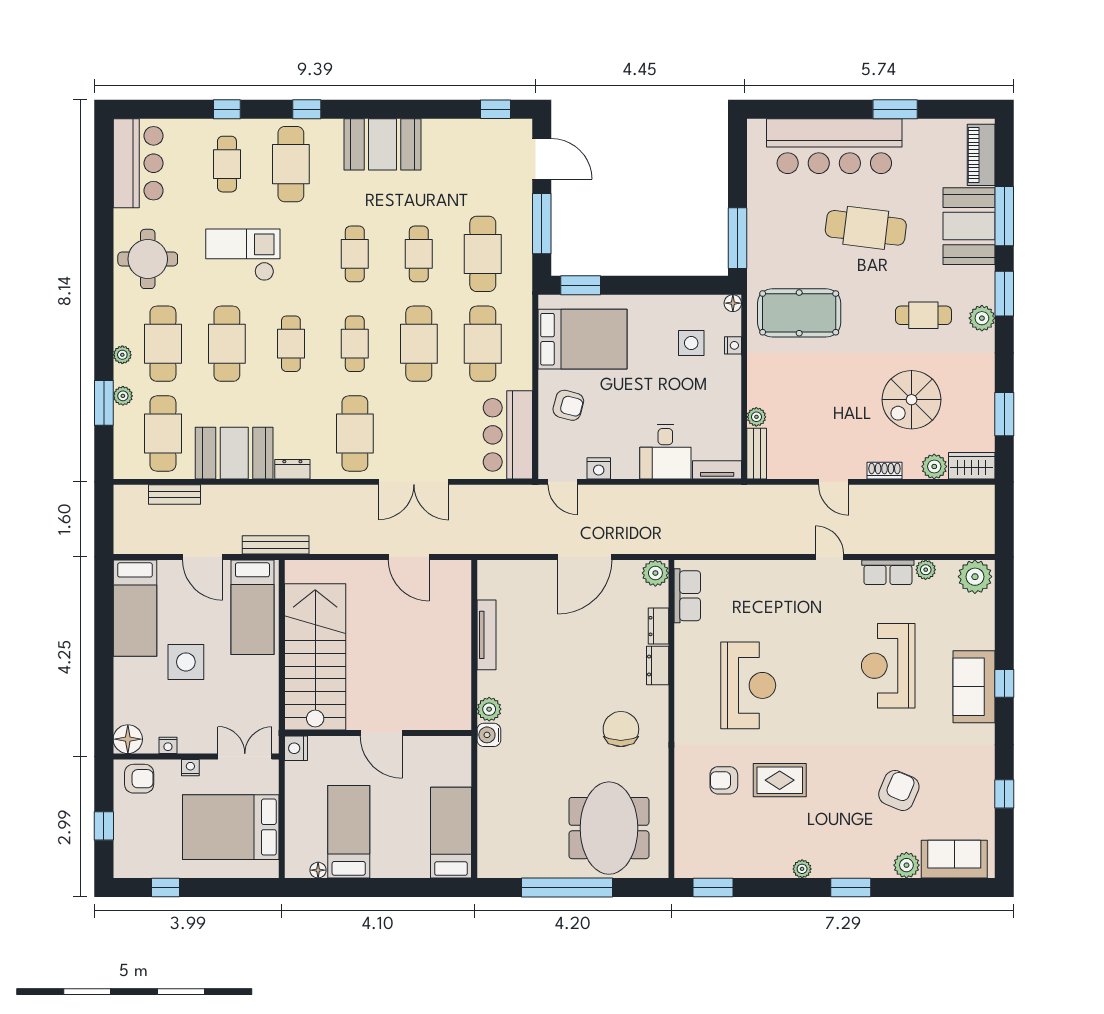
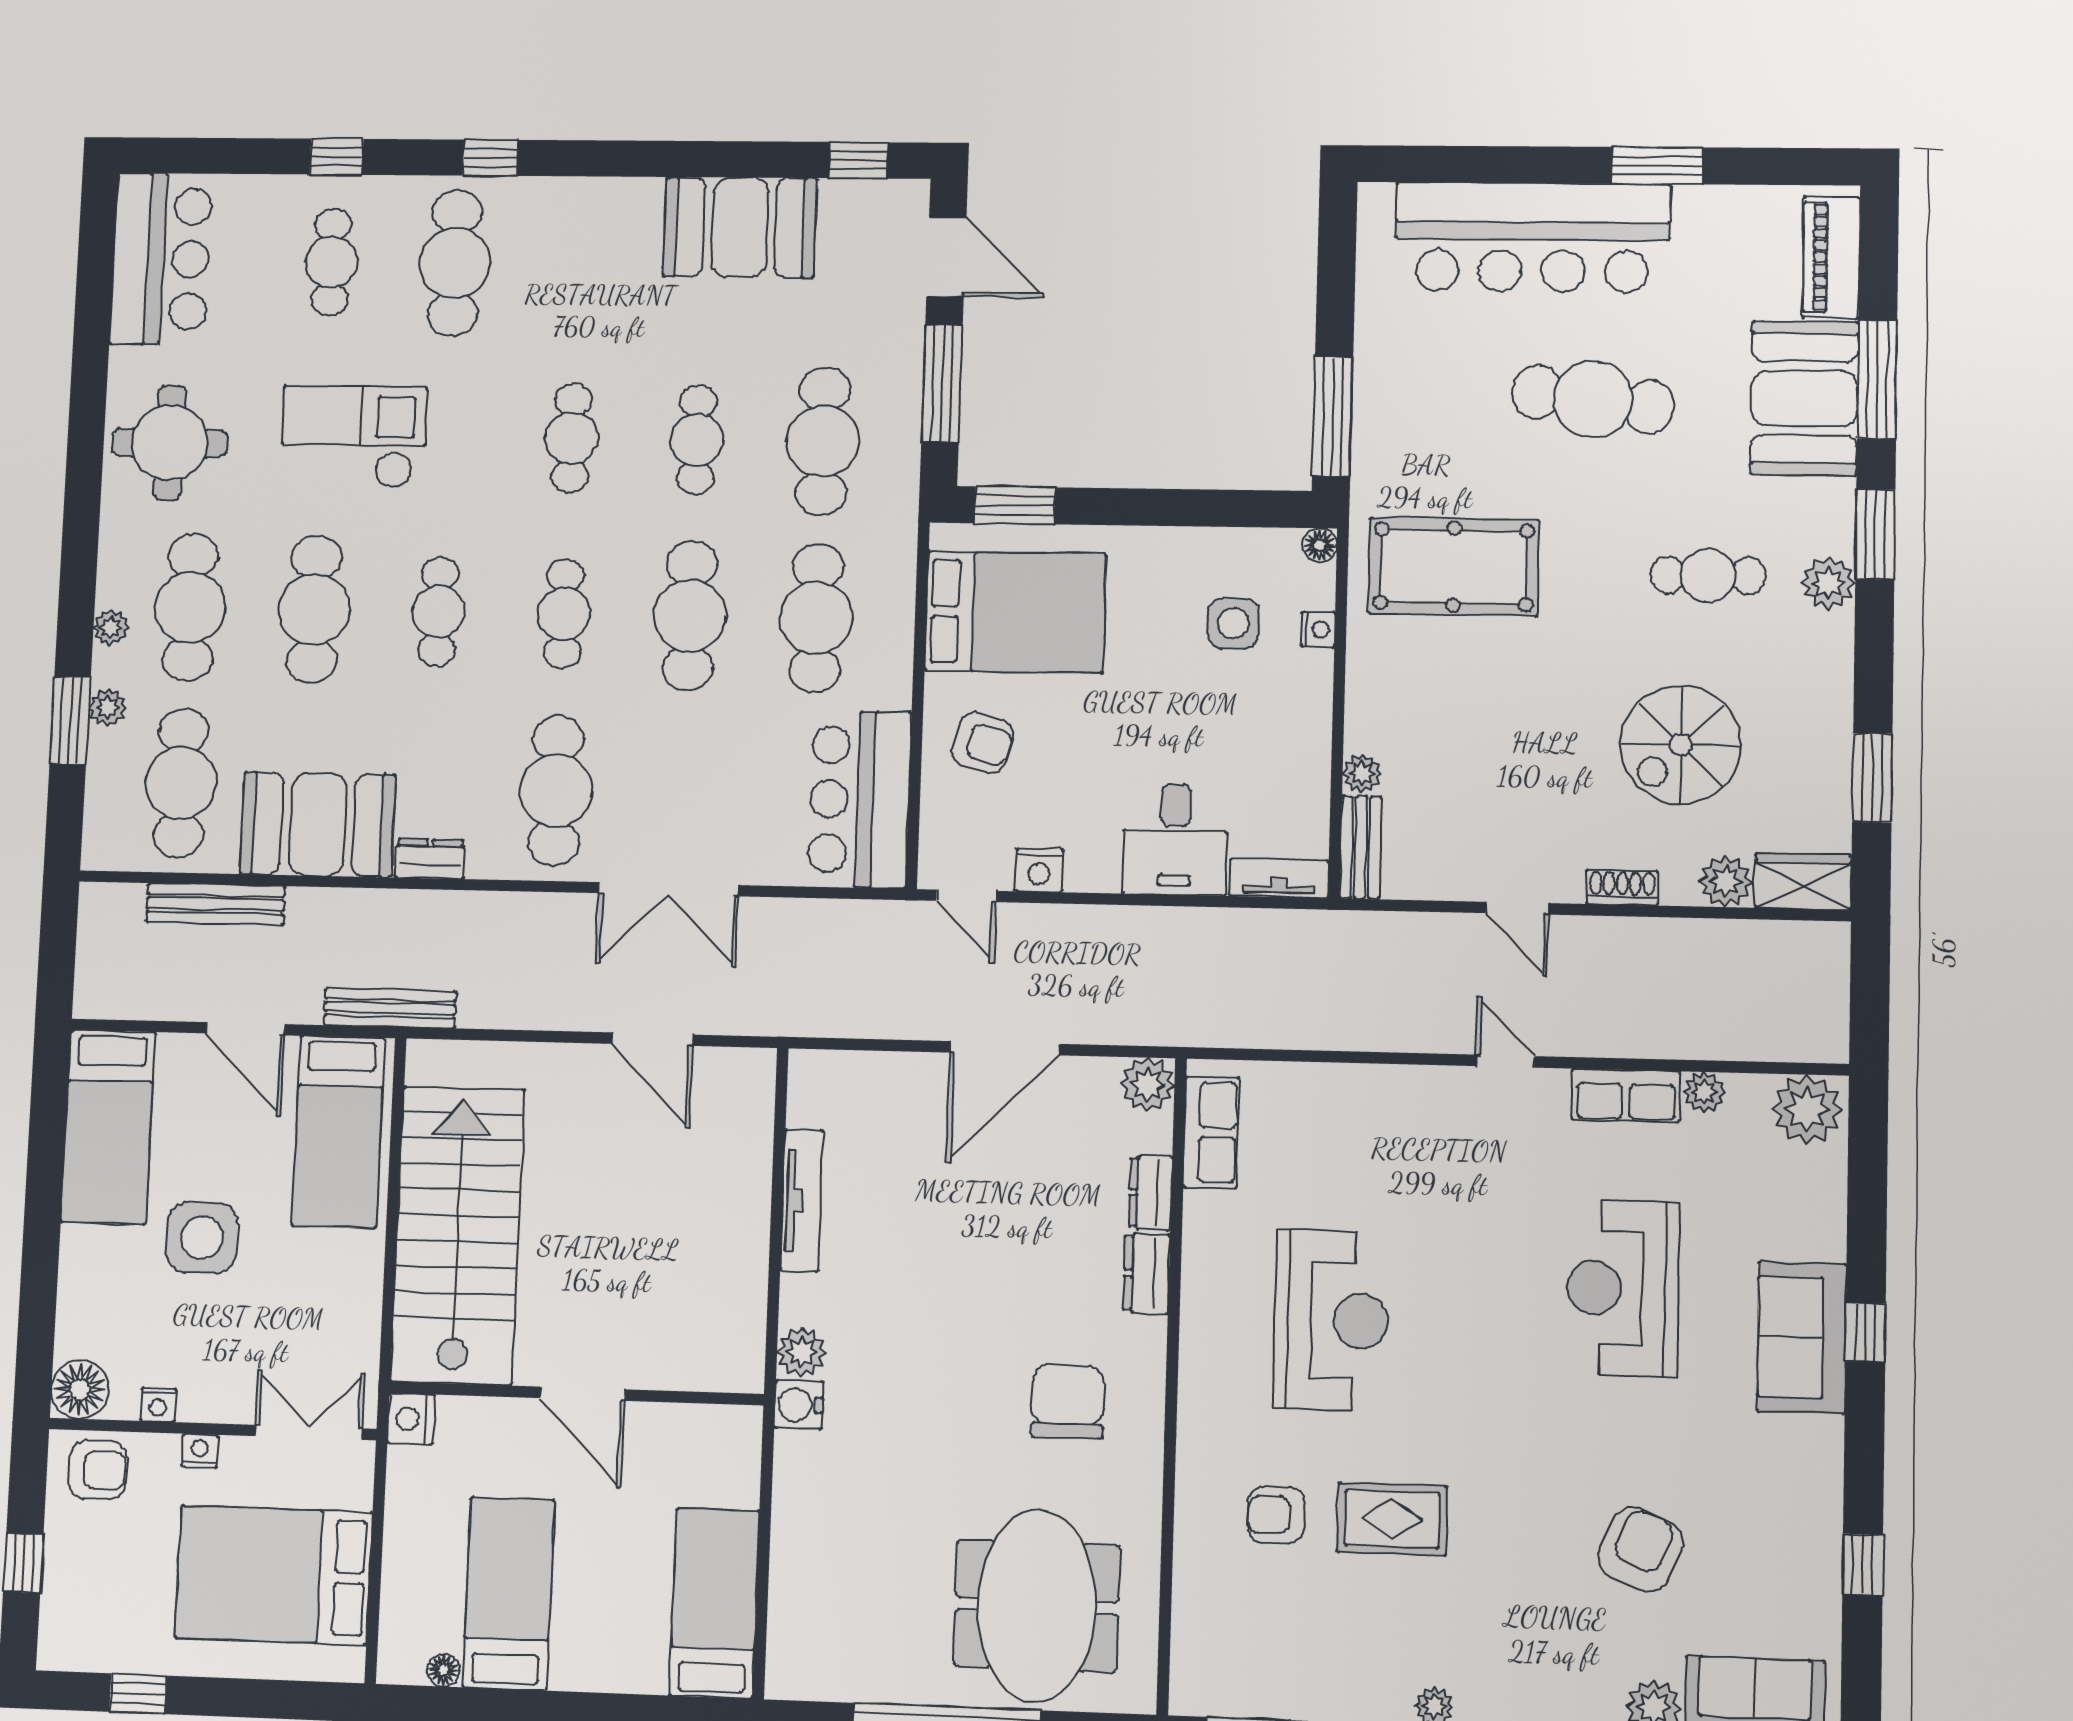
booth: (383, 144) -> (740, 227), moved
bench: (175, 495) -> (216, 904), width x1.36

